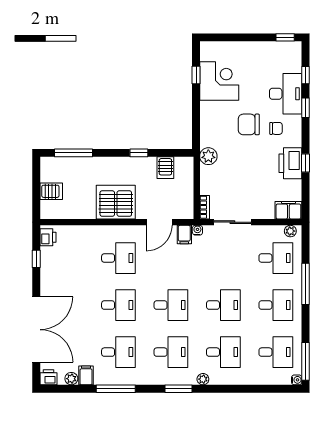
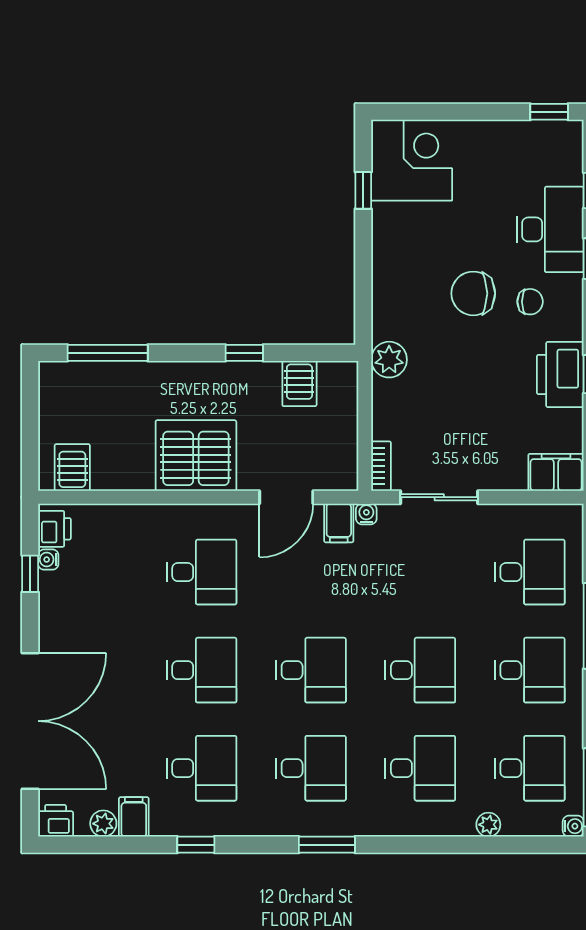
corner desk: (219, 81) -> (412, 160), moved
server rack: (51, 191) -> (72, 468), moved, turned -90
plant: (290, 231) -> (560, 516), removed
water cooler: (45, 252) -> (48, 560), added
plant: (203, 379) -> (488, 825), moved
window: (116, 389) -> (196, 845), width x0.46

